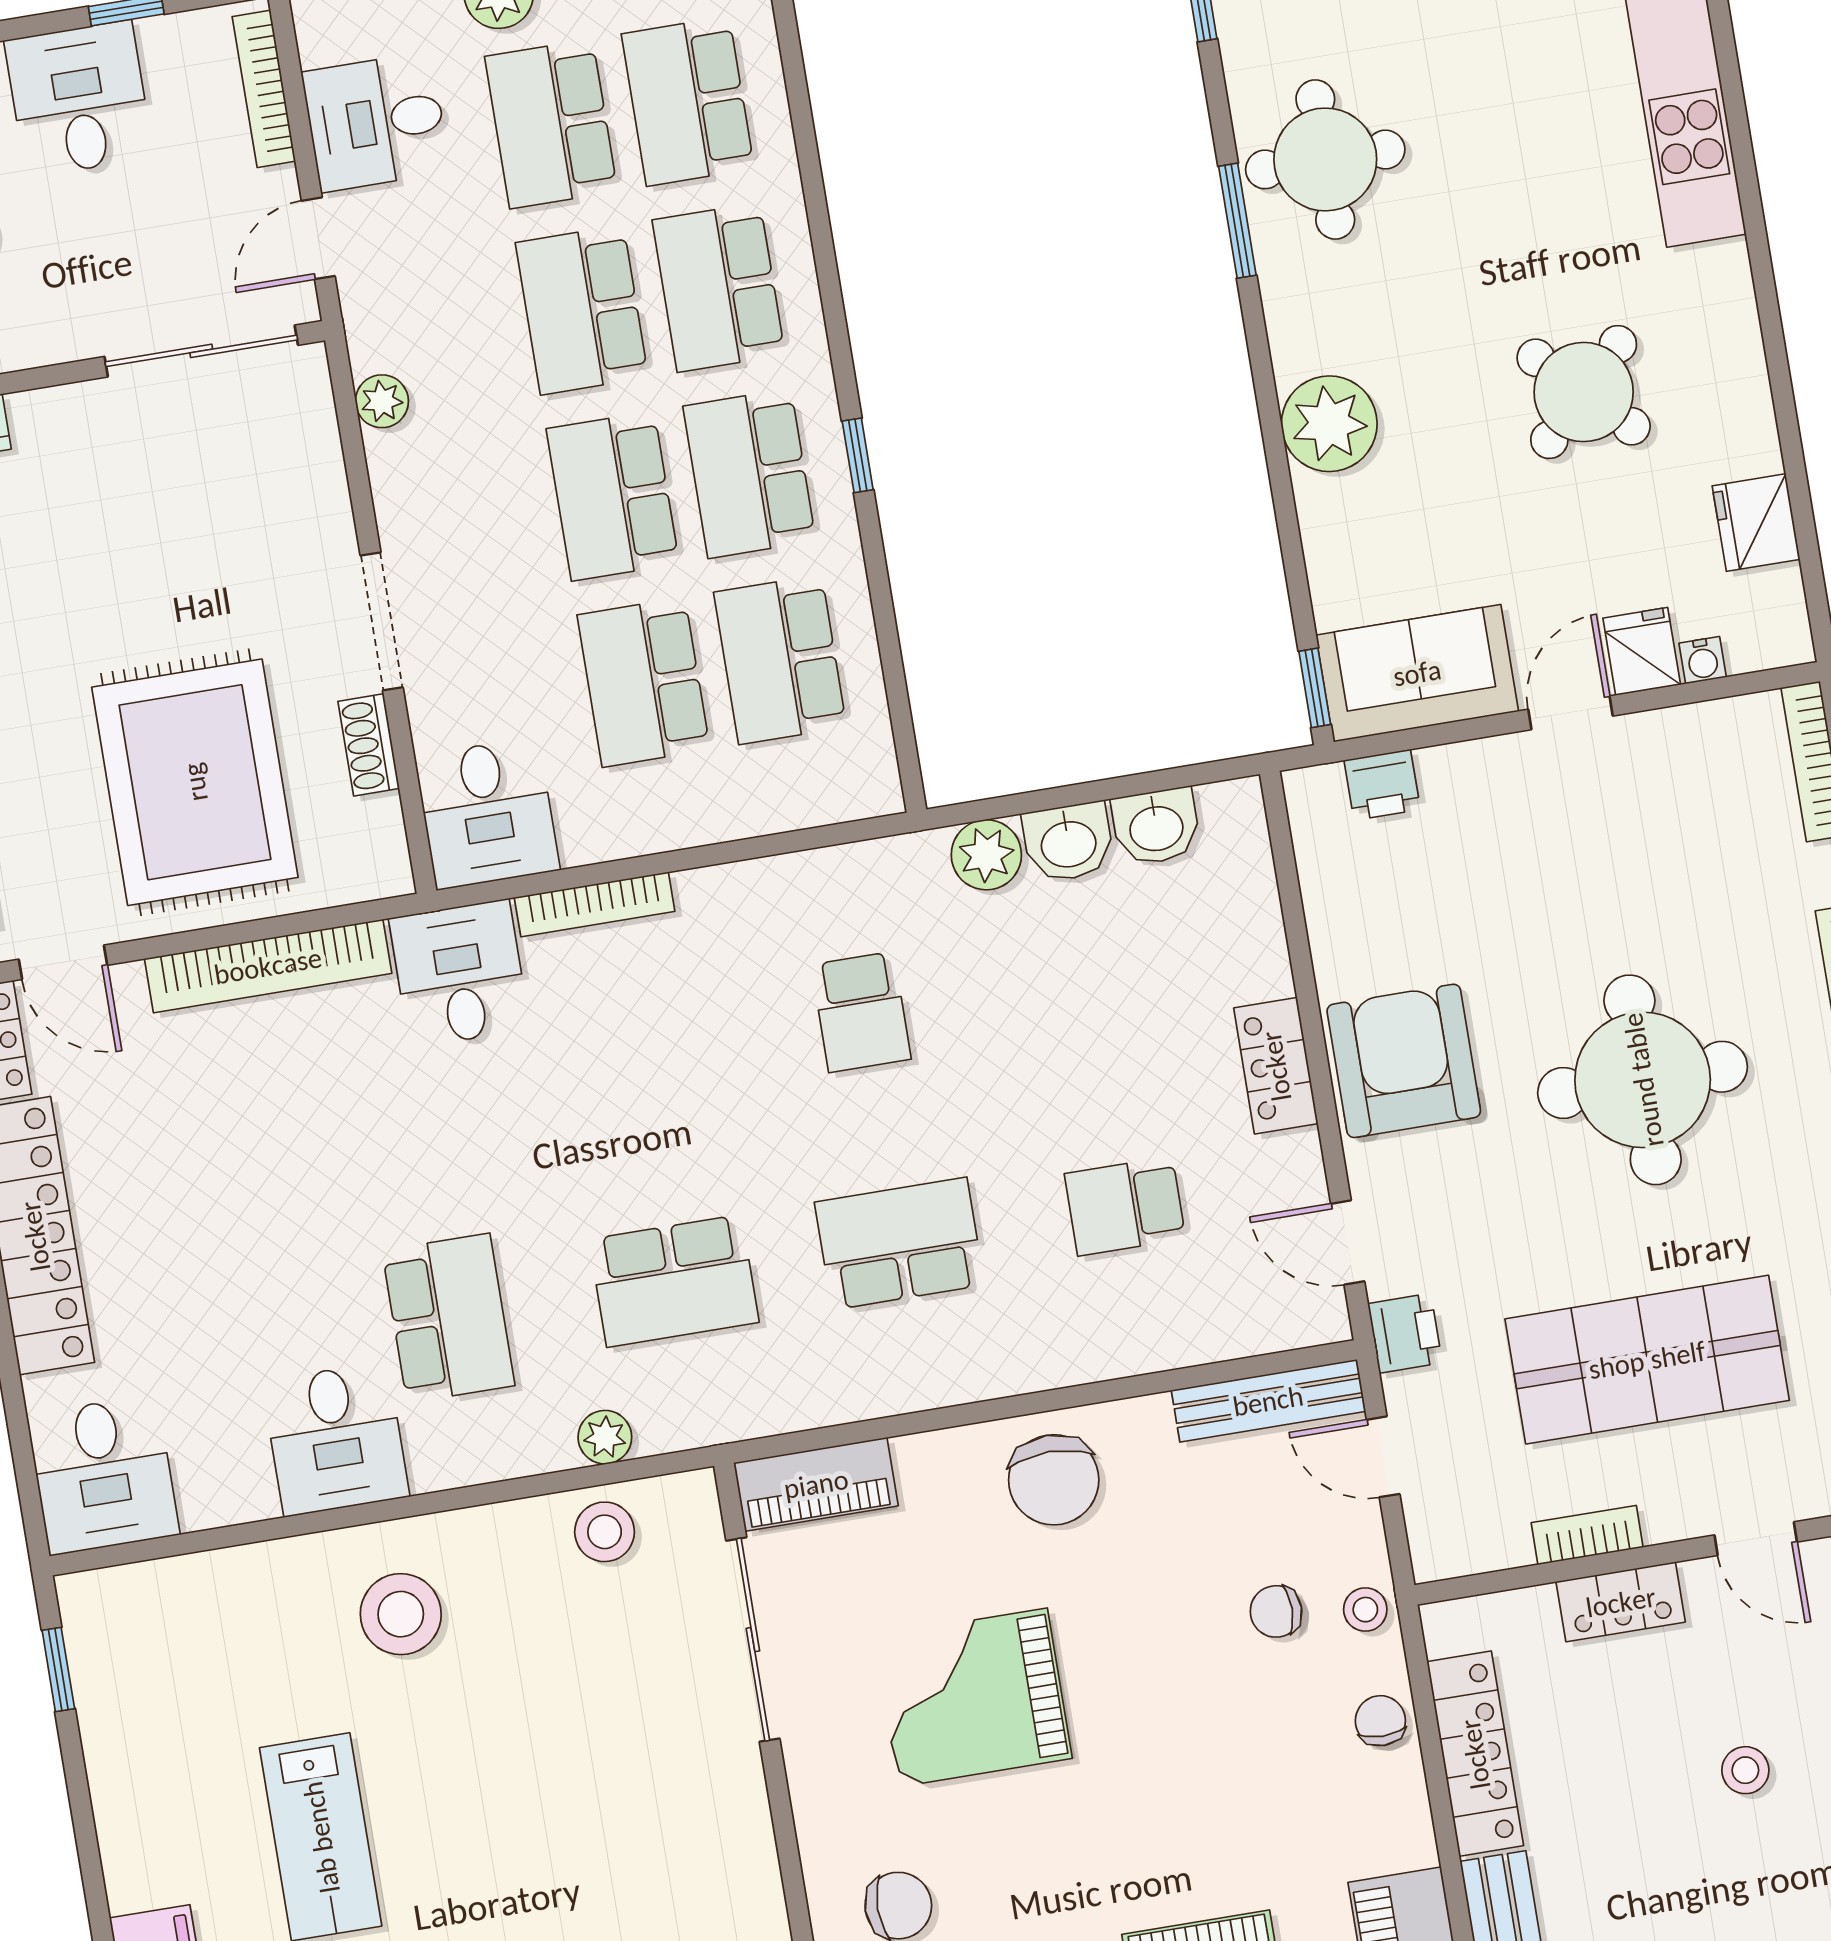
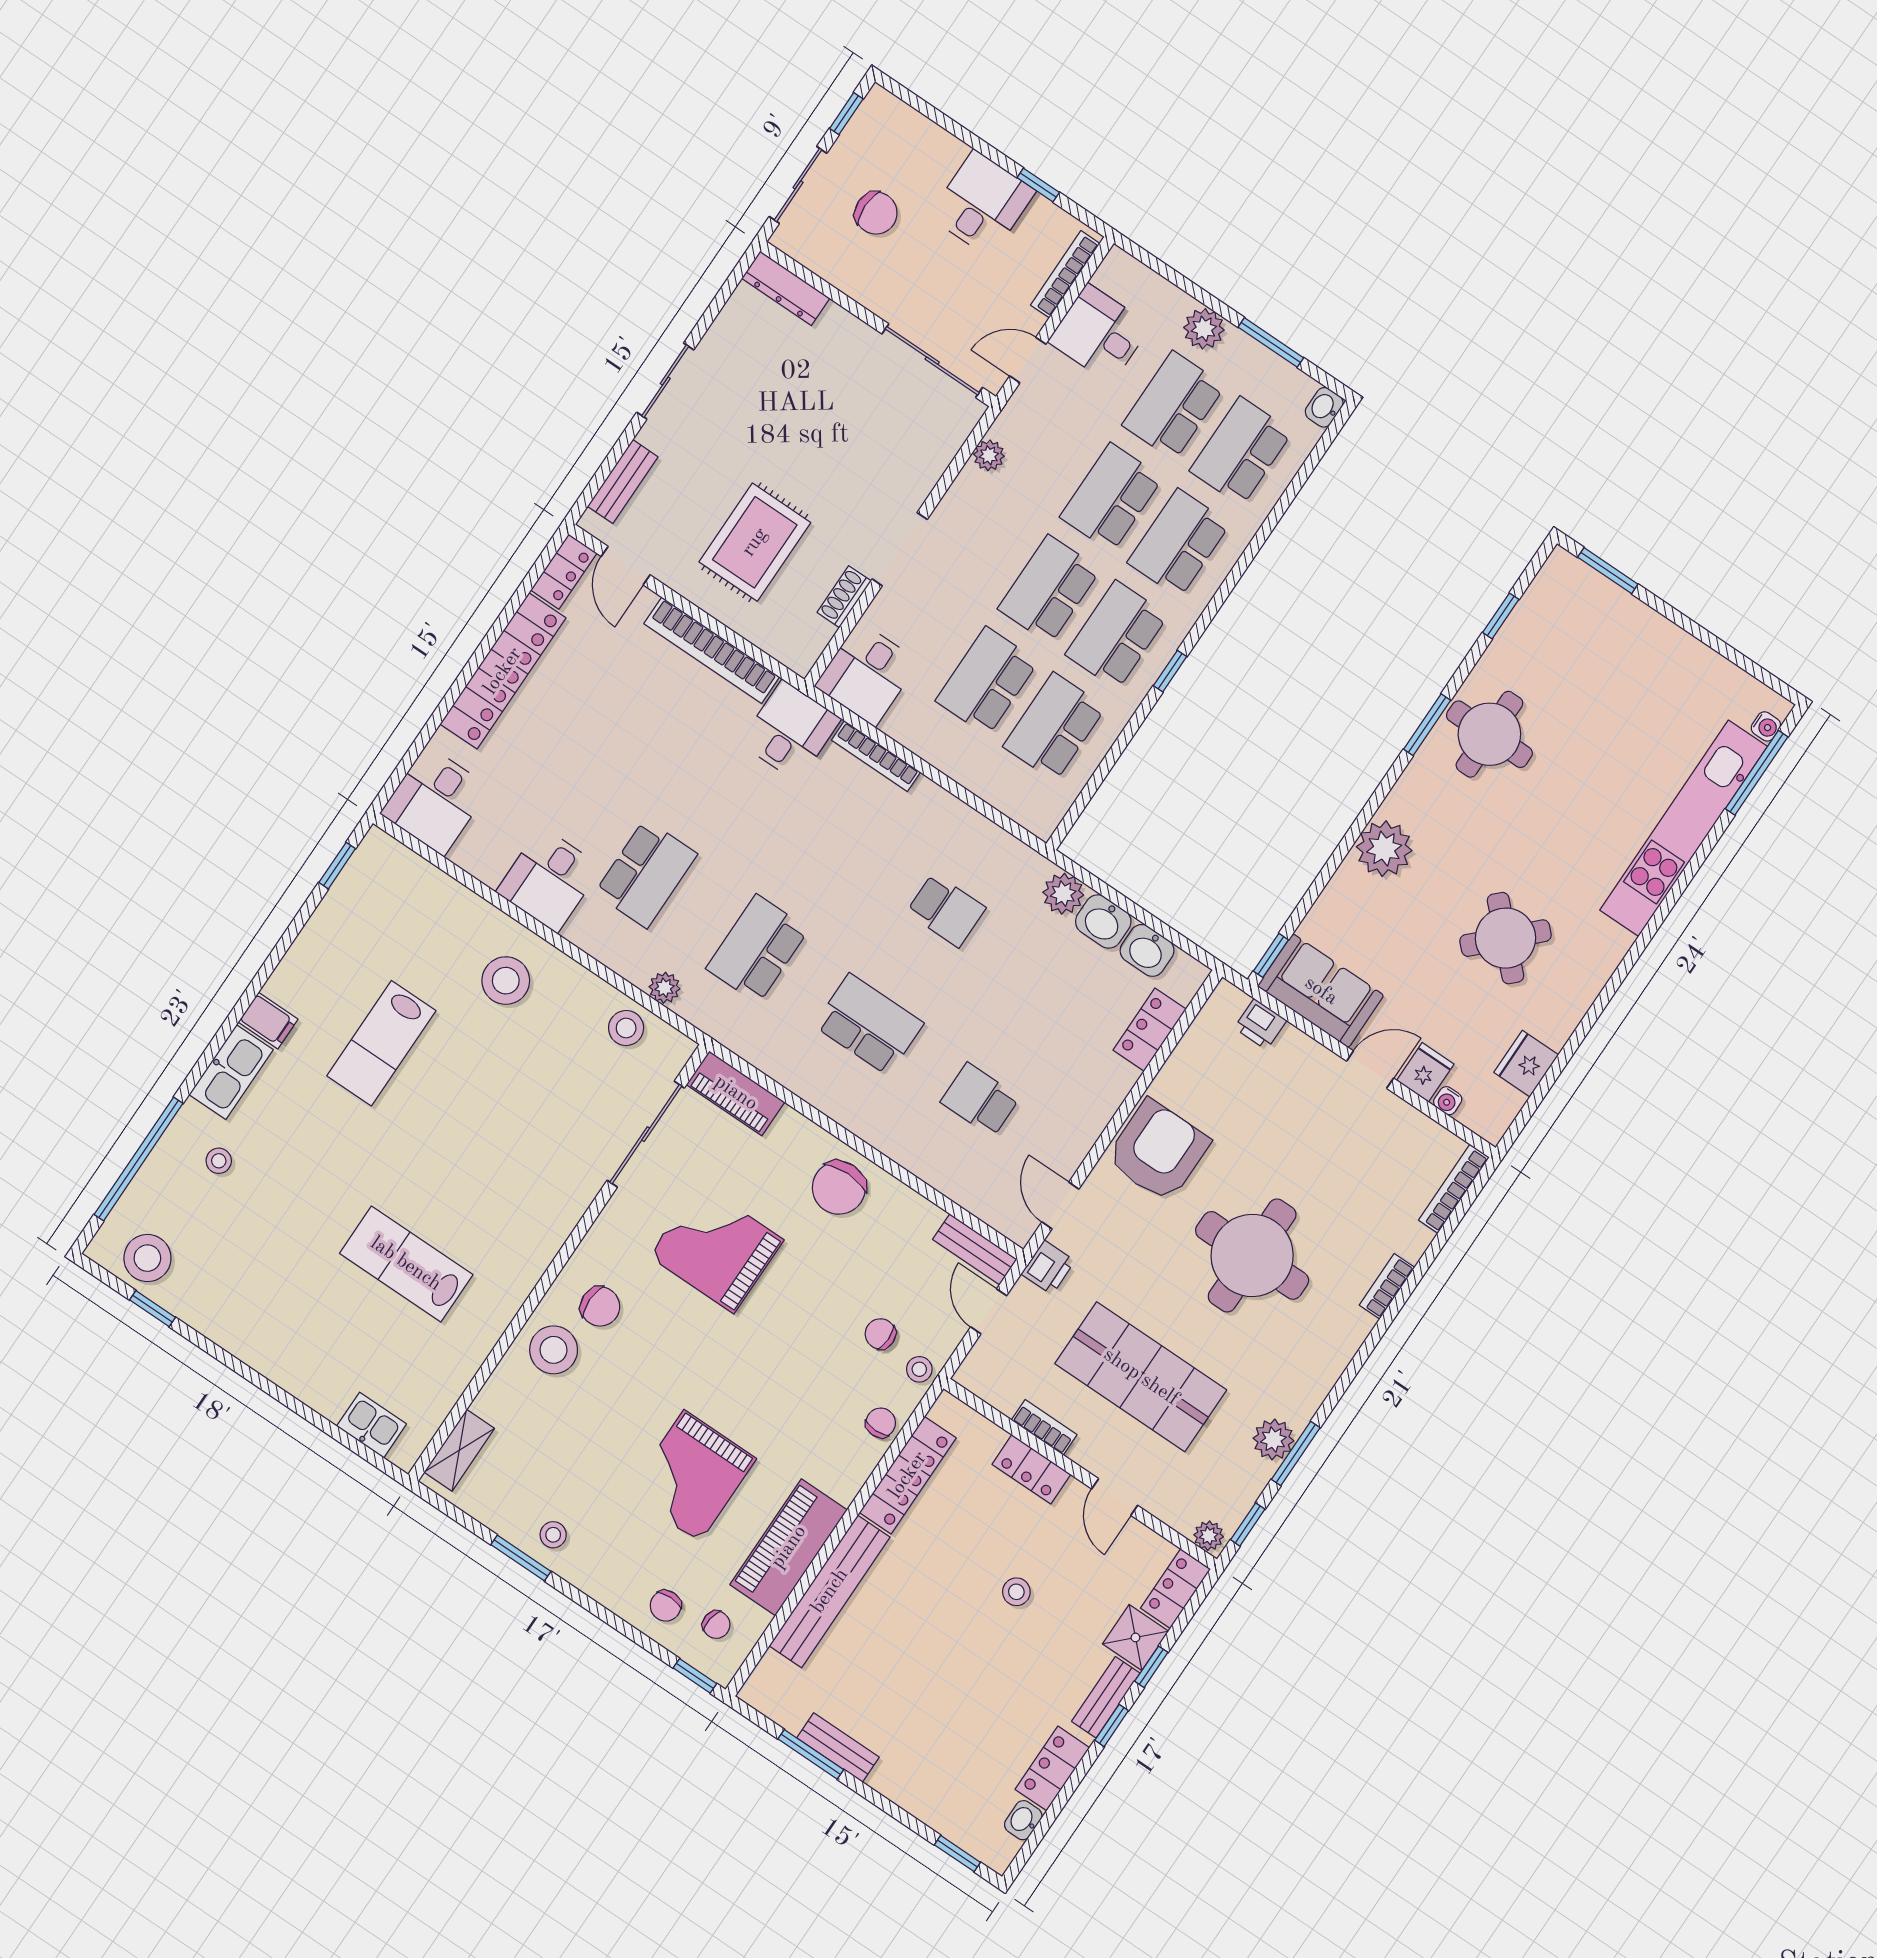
rug: (195, 782) -> (755, 542), width x0.73, depth x0.69
school desk: (861, 1012) -> (946, 910), turned -90
locker: (1276, 1066) -> (1150, 1030), moved
school desk: (674, 1281) -> (757, 949), turned 90
bench: (1268, 1401) -> (975, 1249), width x0.73

